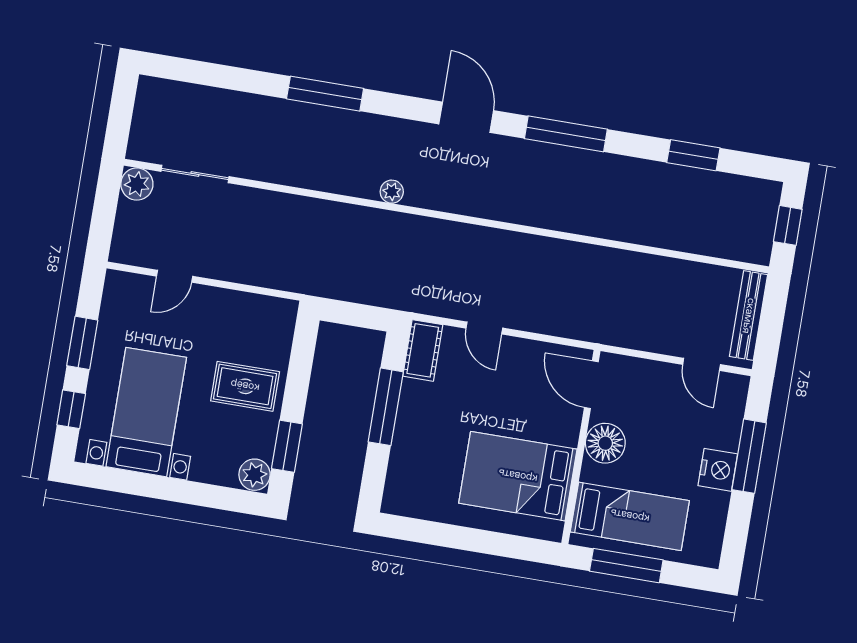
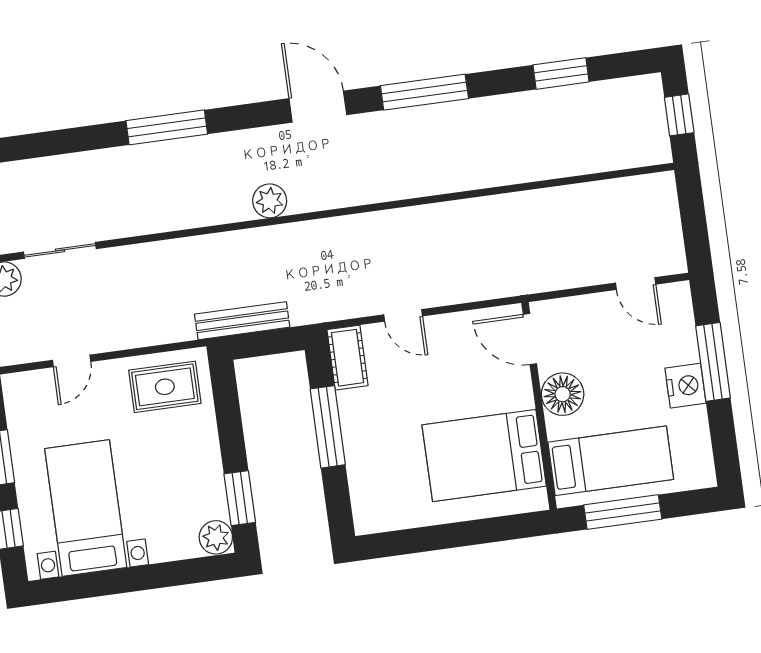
plant: (392, 192) -> (270, 201), width x1.38, depth x1.38
bench: (749, 316) -> (242, 321), moved, turned 90
rug: (245, 386) -> (165, 387), moved

